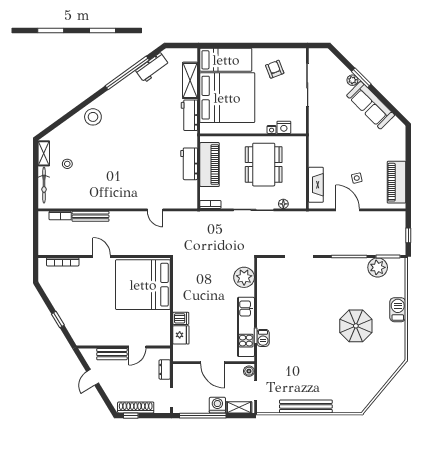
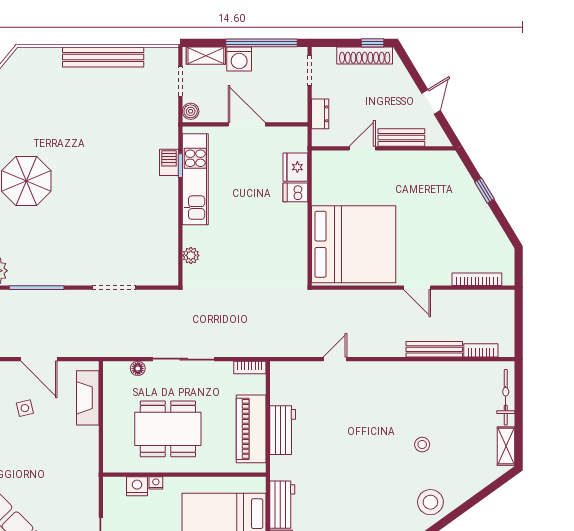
stool: (67, 164) -> (422, 445), moved
dining table: (264, 165) -> (168, 429), turned 90
door: (155, 210) -> (335, 359), hinge flipped
plant: (244, 277) -> (191, 255), width x0.53, depth x0.53

